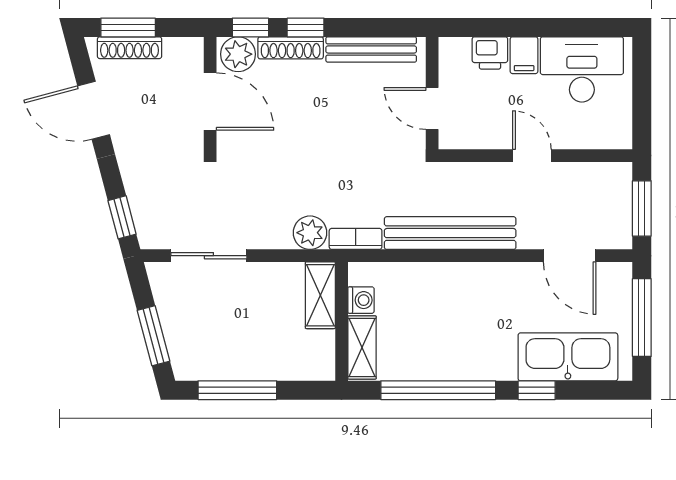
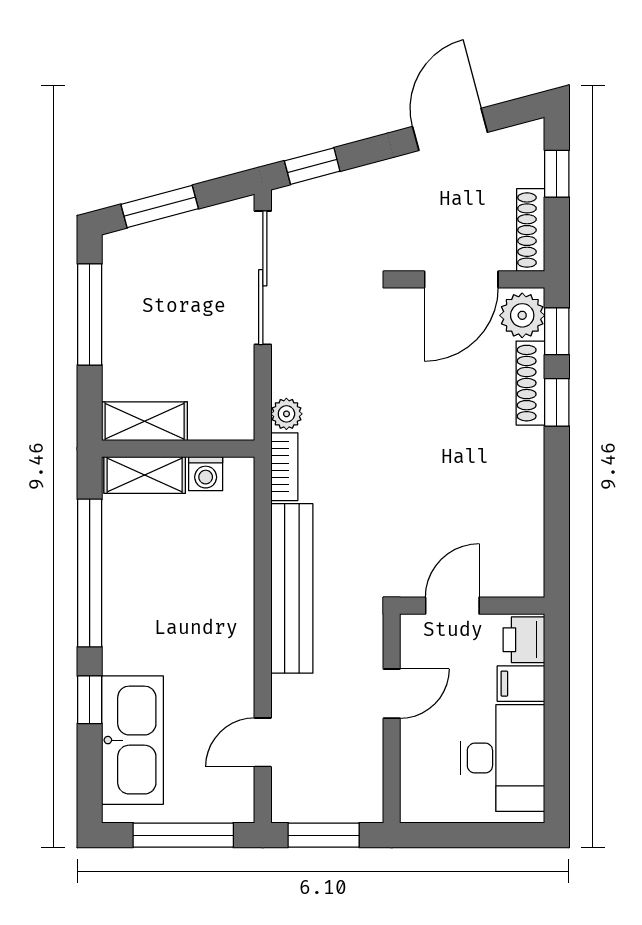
window: (128, 27) -> (557, 174), width x0.67
shoe rack: (130, 48) -> (531, 230), moved
bench: (371, 49) -> (528, 487), removed
wall: (432, 93) -> (472, 606), moved
door: (432, 109) -> (452, 606), moved
plant: (310, 233) -> (286, 414), width x0.73, depth x0.73
sliding door: (209, 256) -> (263, 278), width x1.37
door: (570, 256) -> (263, 742), width x0.73
shelving: (320, 295) -> (145, 421), moved

